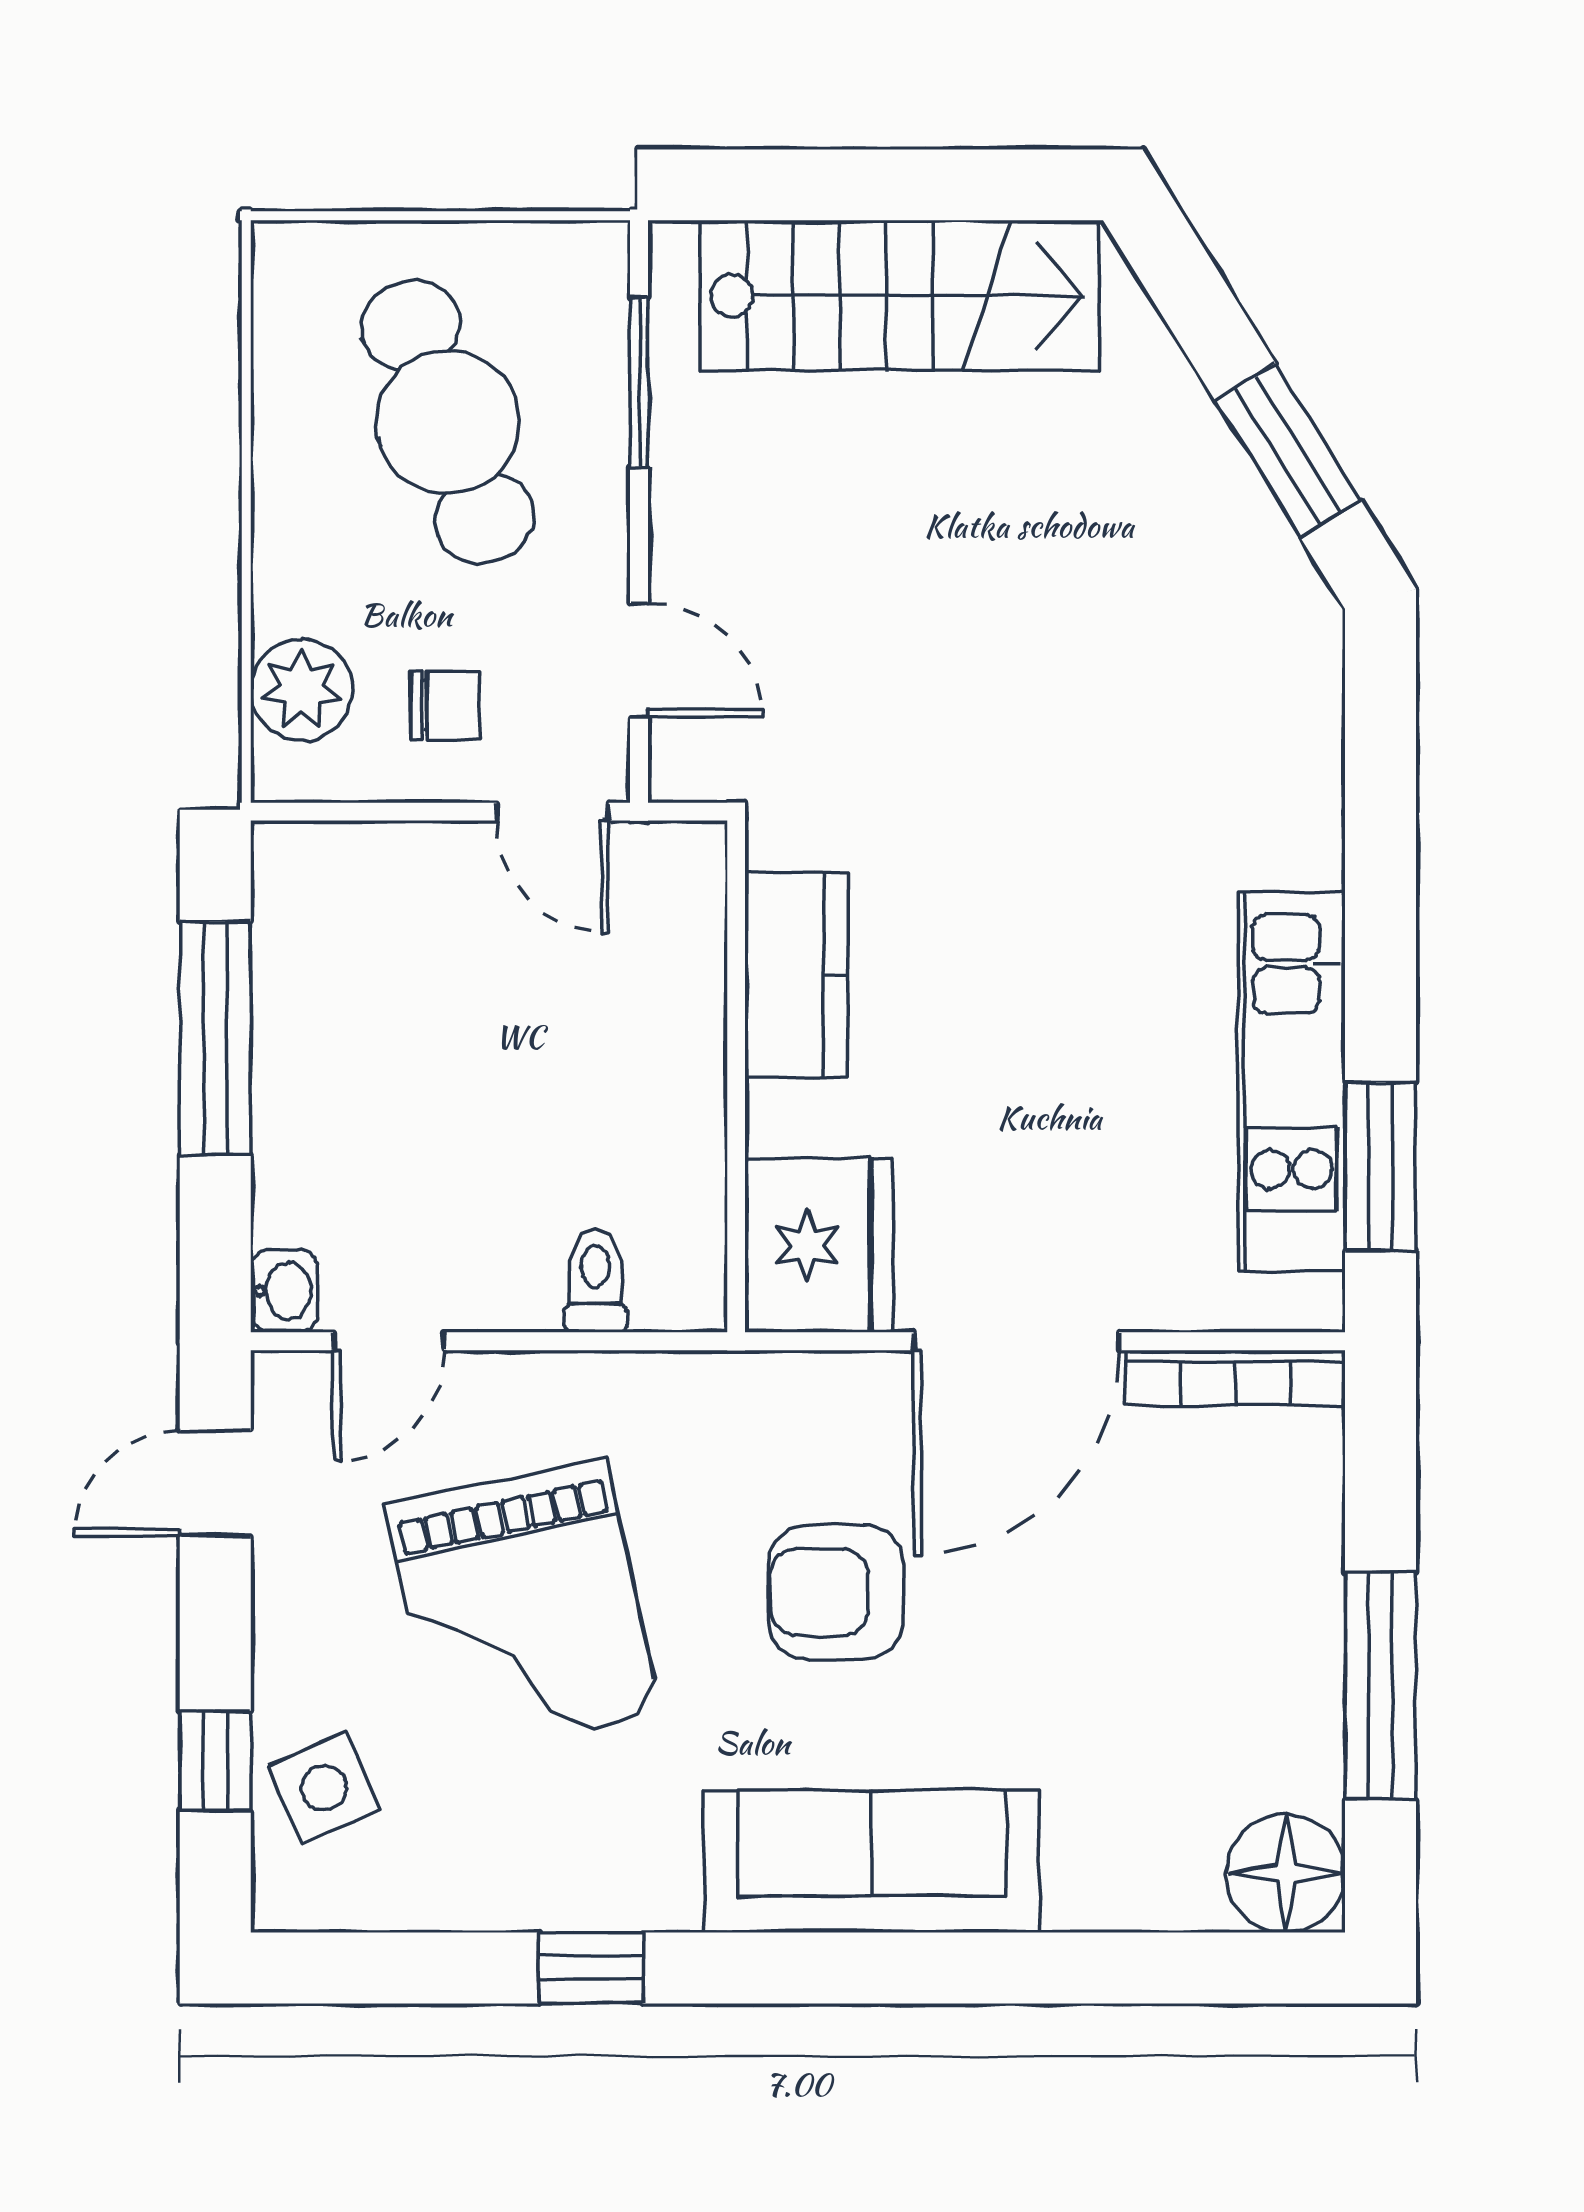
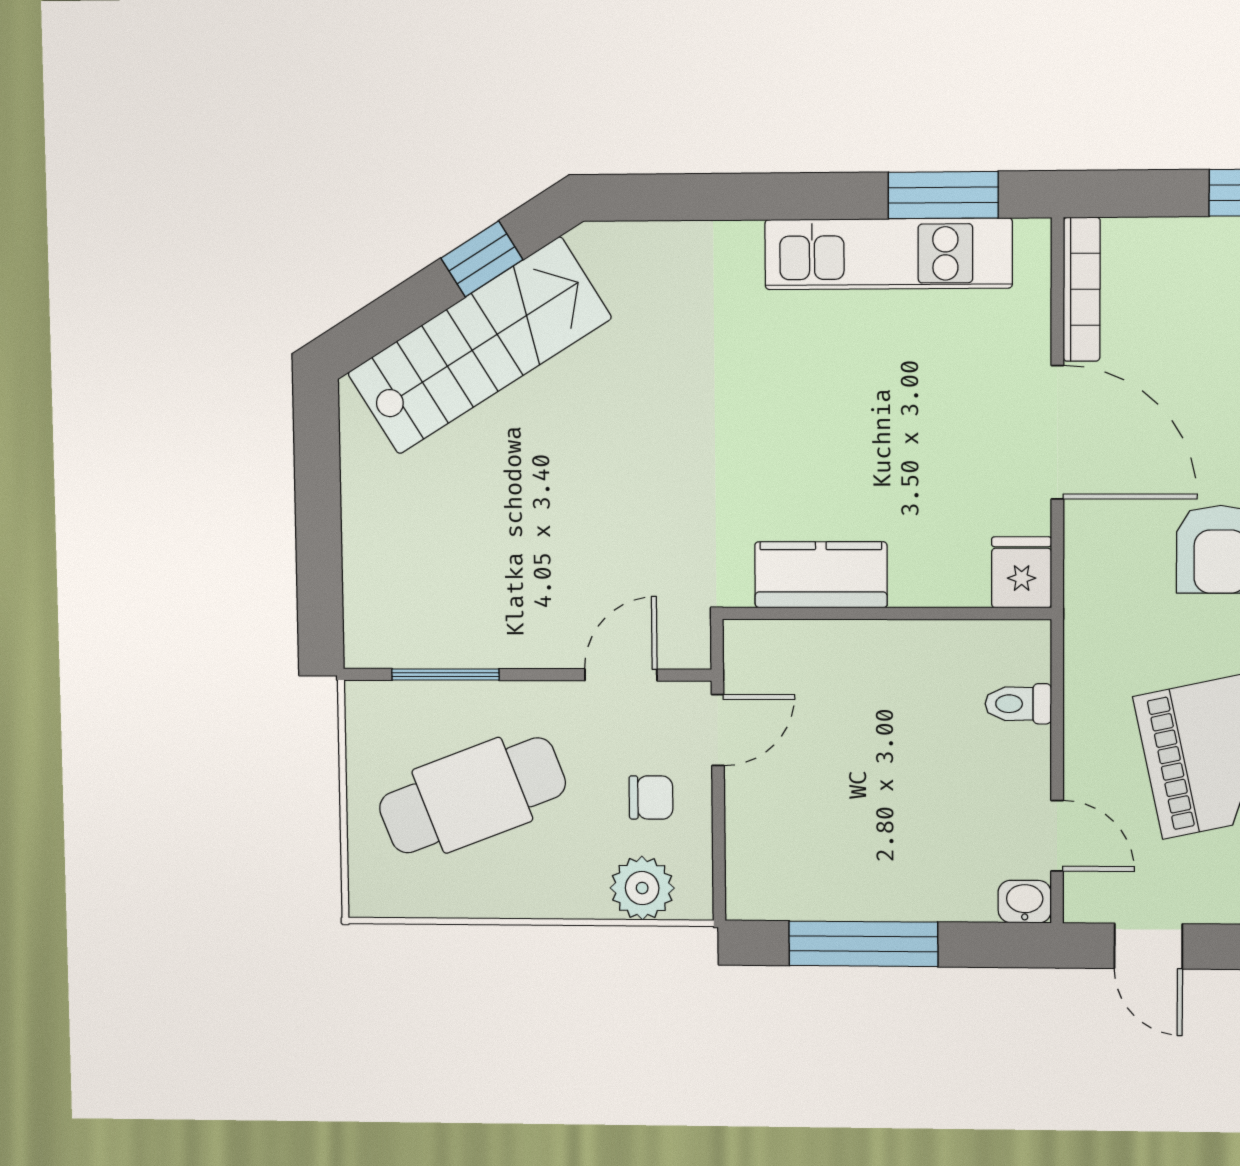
stairs: (899, 296) -> (479, 346), moved, turned 58
window: (1288, 451) -> (482, 259), width x0.67
chair: (445, 705) -> (651, 798), turned 90
fridge: (819, 1245) -> (1022, 572), width x0.53, depth x0.75

